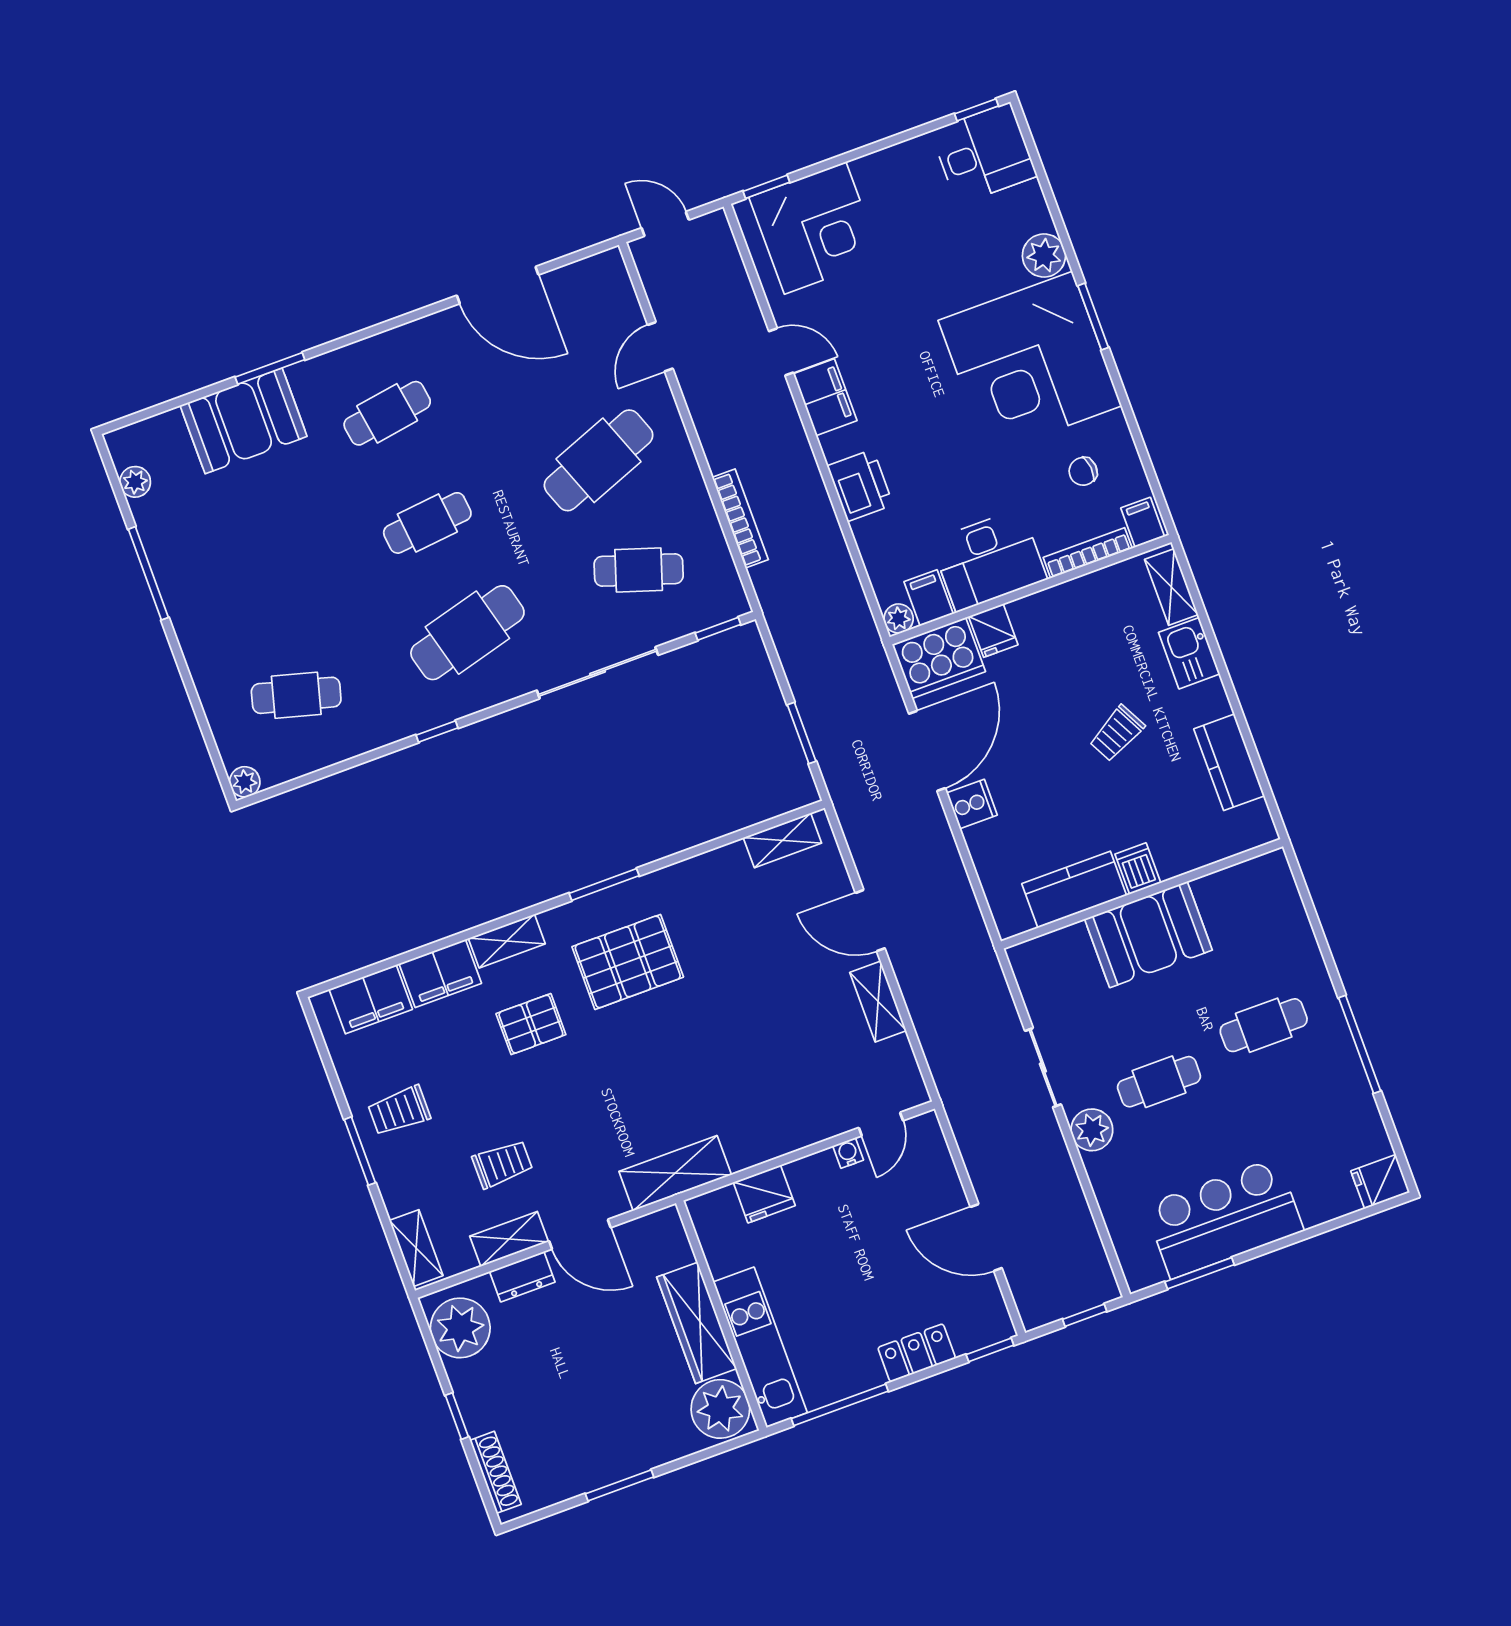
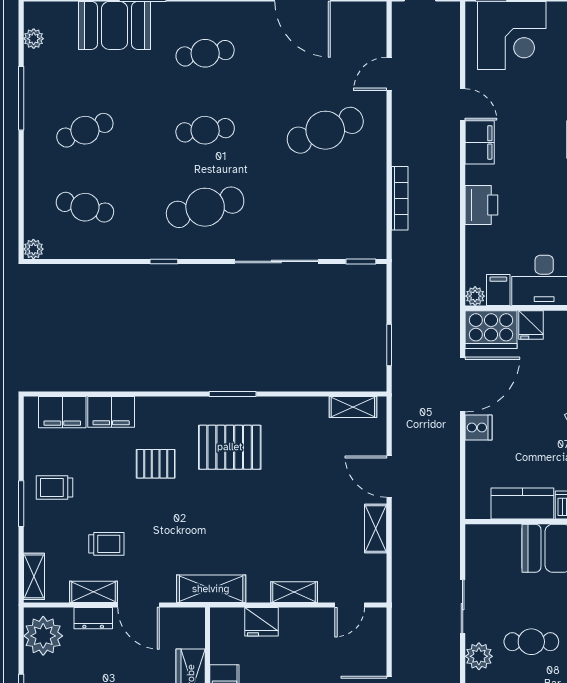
cafe table: (639, 570) -> (85, 130), moved, turned -39
shelving: (507, 941) -> (294, 592), moved
water cooler: (848, 1153) -> (323, 615), removed

